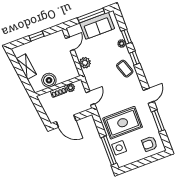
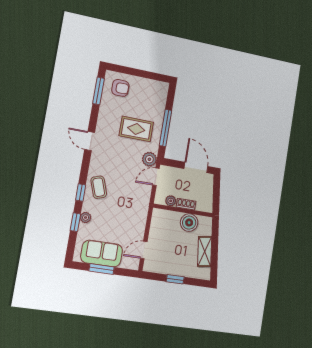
window: (91, 16) -> (101, 269), width x0.69
plant: (85, 63) -> (149, 159), moved
door: (149, 96) -> (90, 141), hinge flipped
window: (158, 121) -> (98, 91), moved
rug: (123, 123) -> (136, 129), width x0.73, depth x0.70
side table: (119, 148) -> (156, 104), removed
window: (109, 150) -> (166, 128), moved

